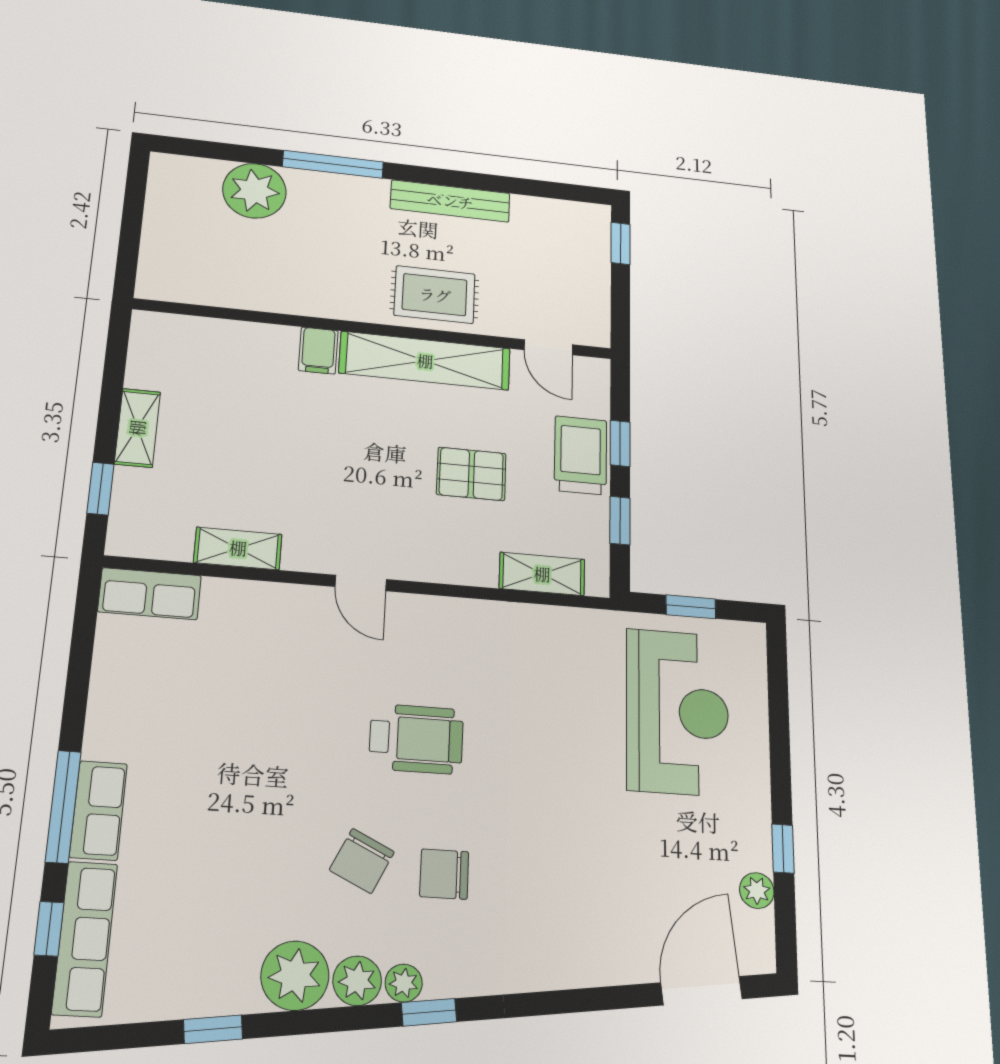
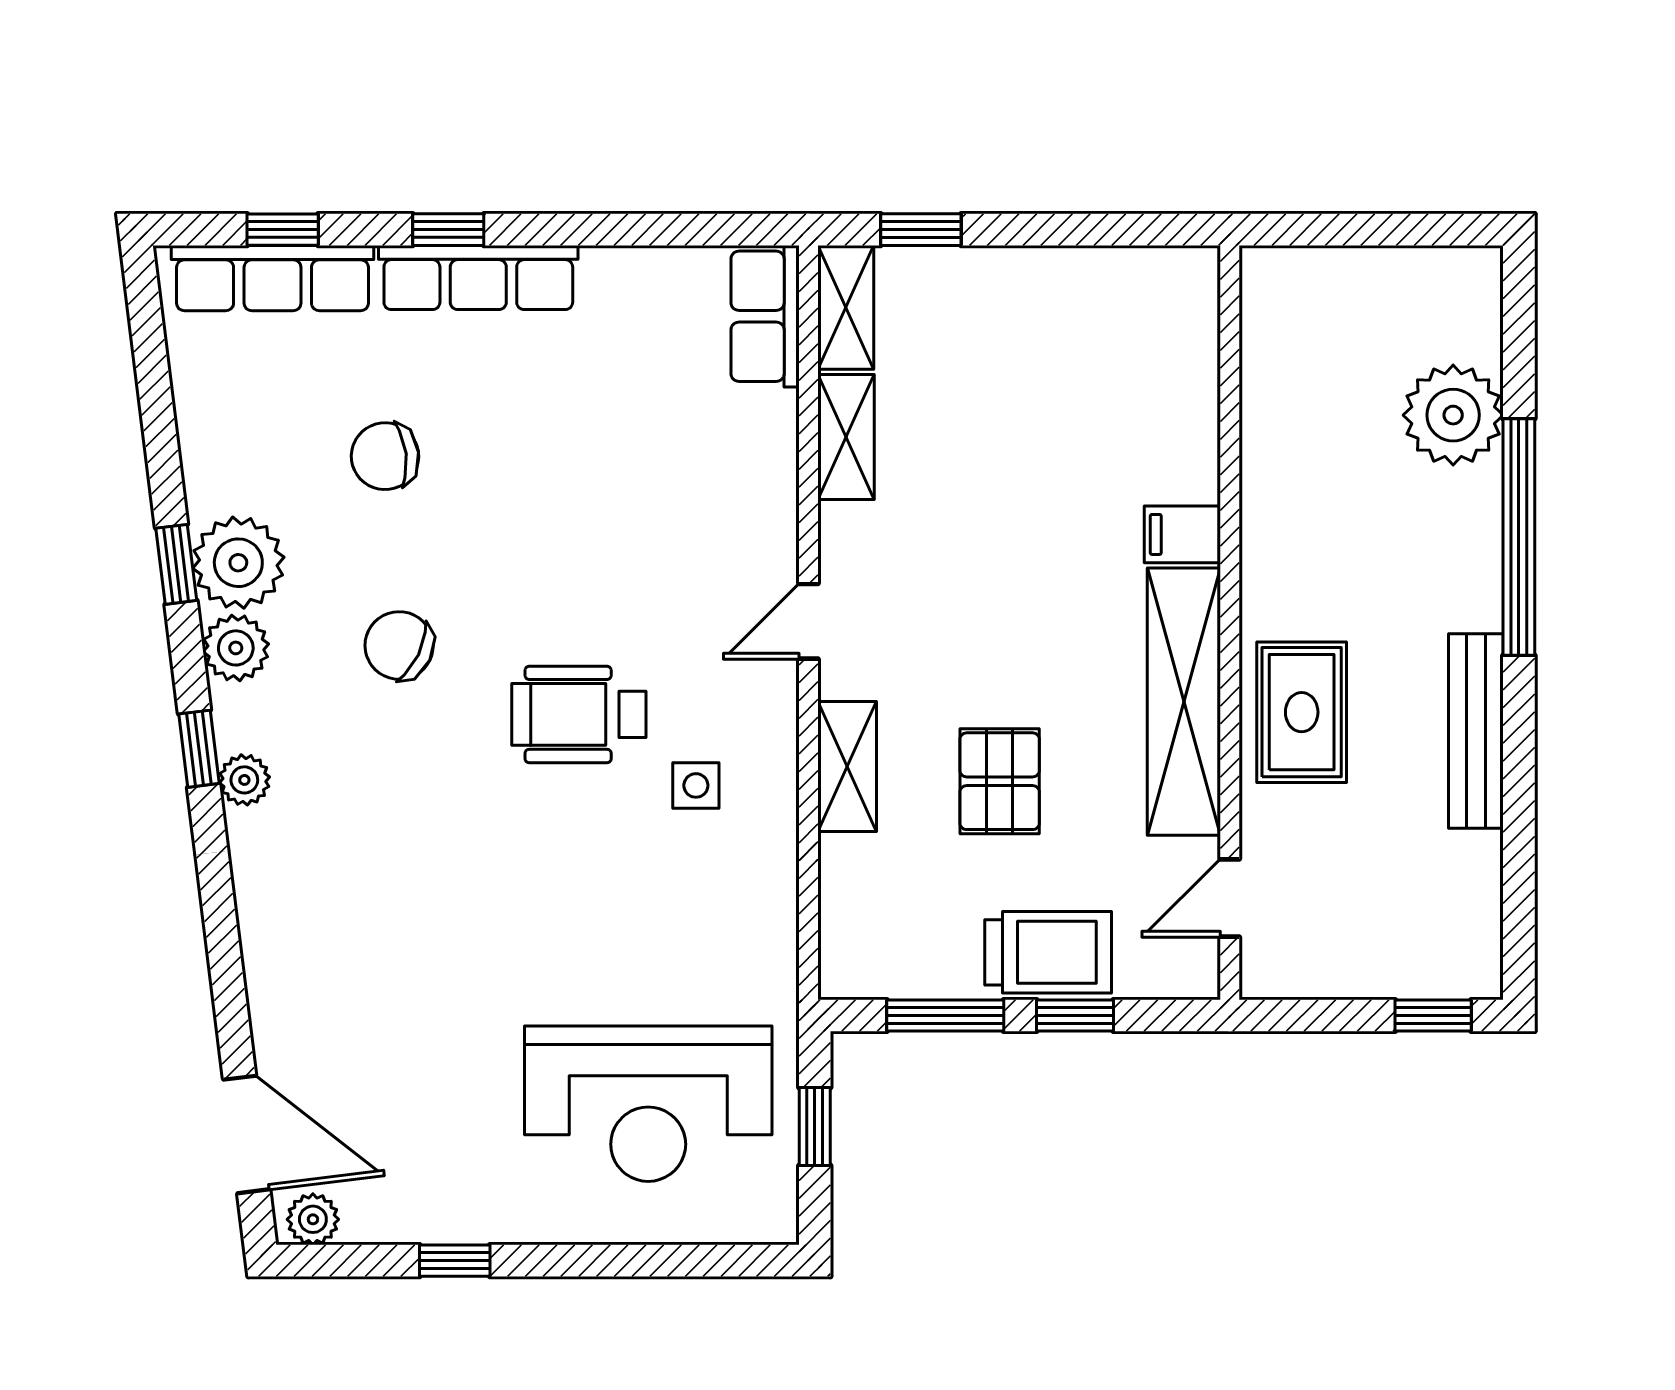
window: (333, 164) -> (1519, 537), width x1.46
shelving: (137, 428) -> (846, 307), moved, turned 90
window: (620, 521) -> (945, 1015), width x1.50
shelving: (542, 574) -> (847, 767), moved
side table: (468, 665) -> (696, 785), added
wheelchair: (416, 739) -> (579, 714), turned 90
window: (63, 806) -> (448, 230), width x0.46
row of seats: (98, 810) -> (478, 278), width x1.48
chair: (444, 874) -> (385, 456), moved, turned -97
plant: (757, 891) -> (313, 1219), moved
plant: (404, 983) -> (244, 780), moved
window: (213, 1029) -> (176, 564), moved

